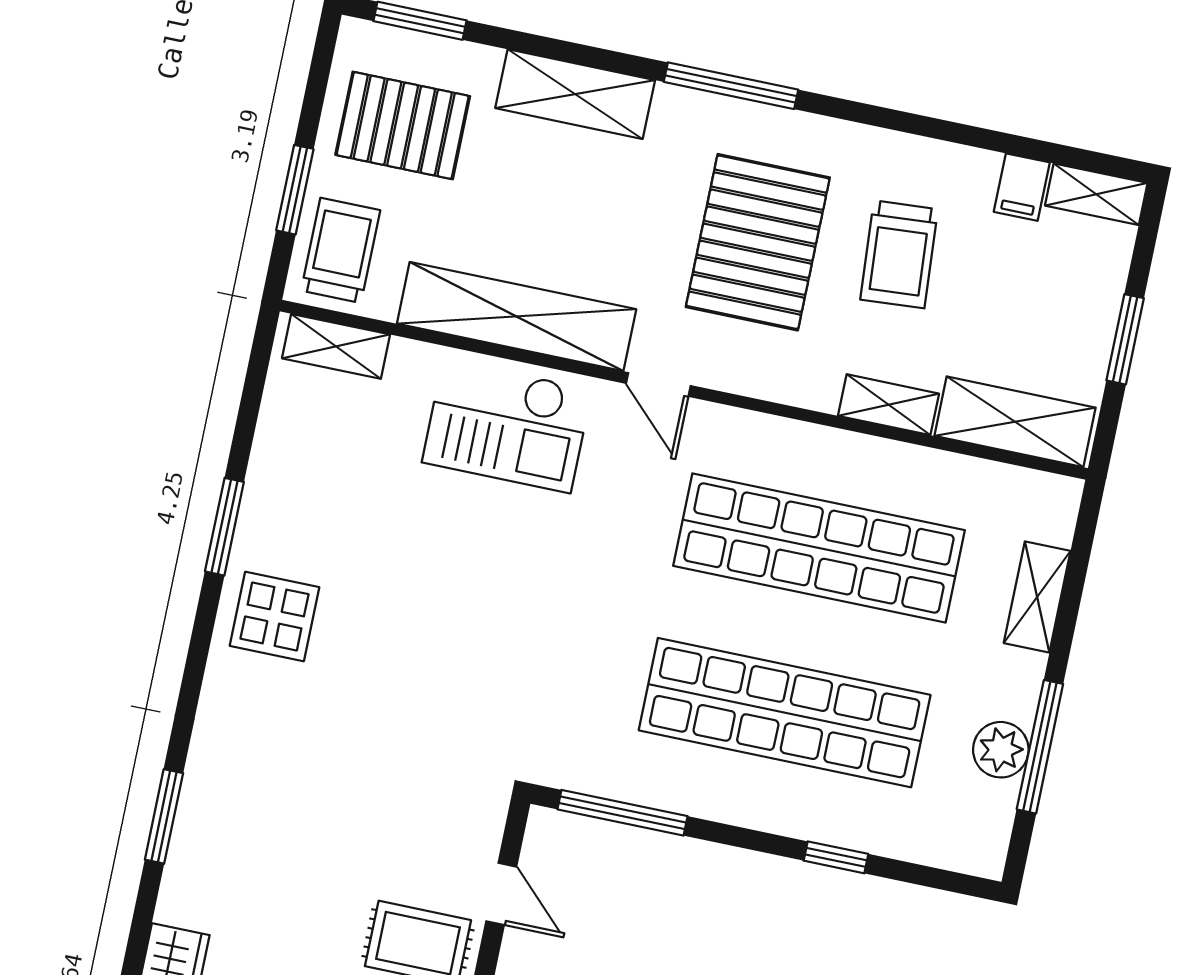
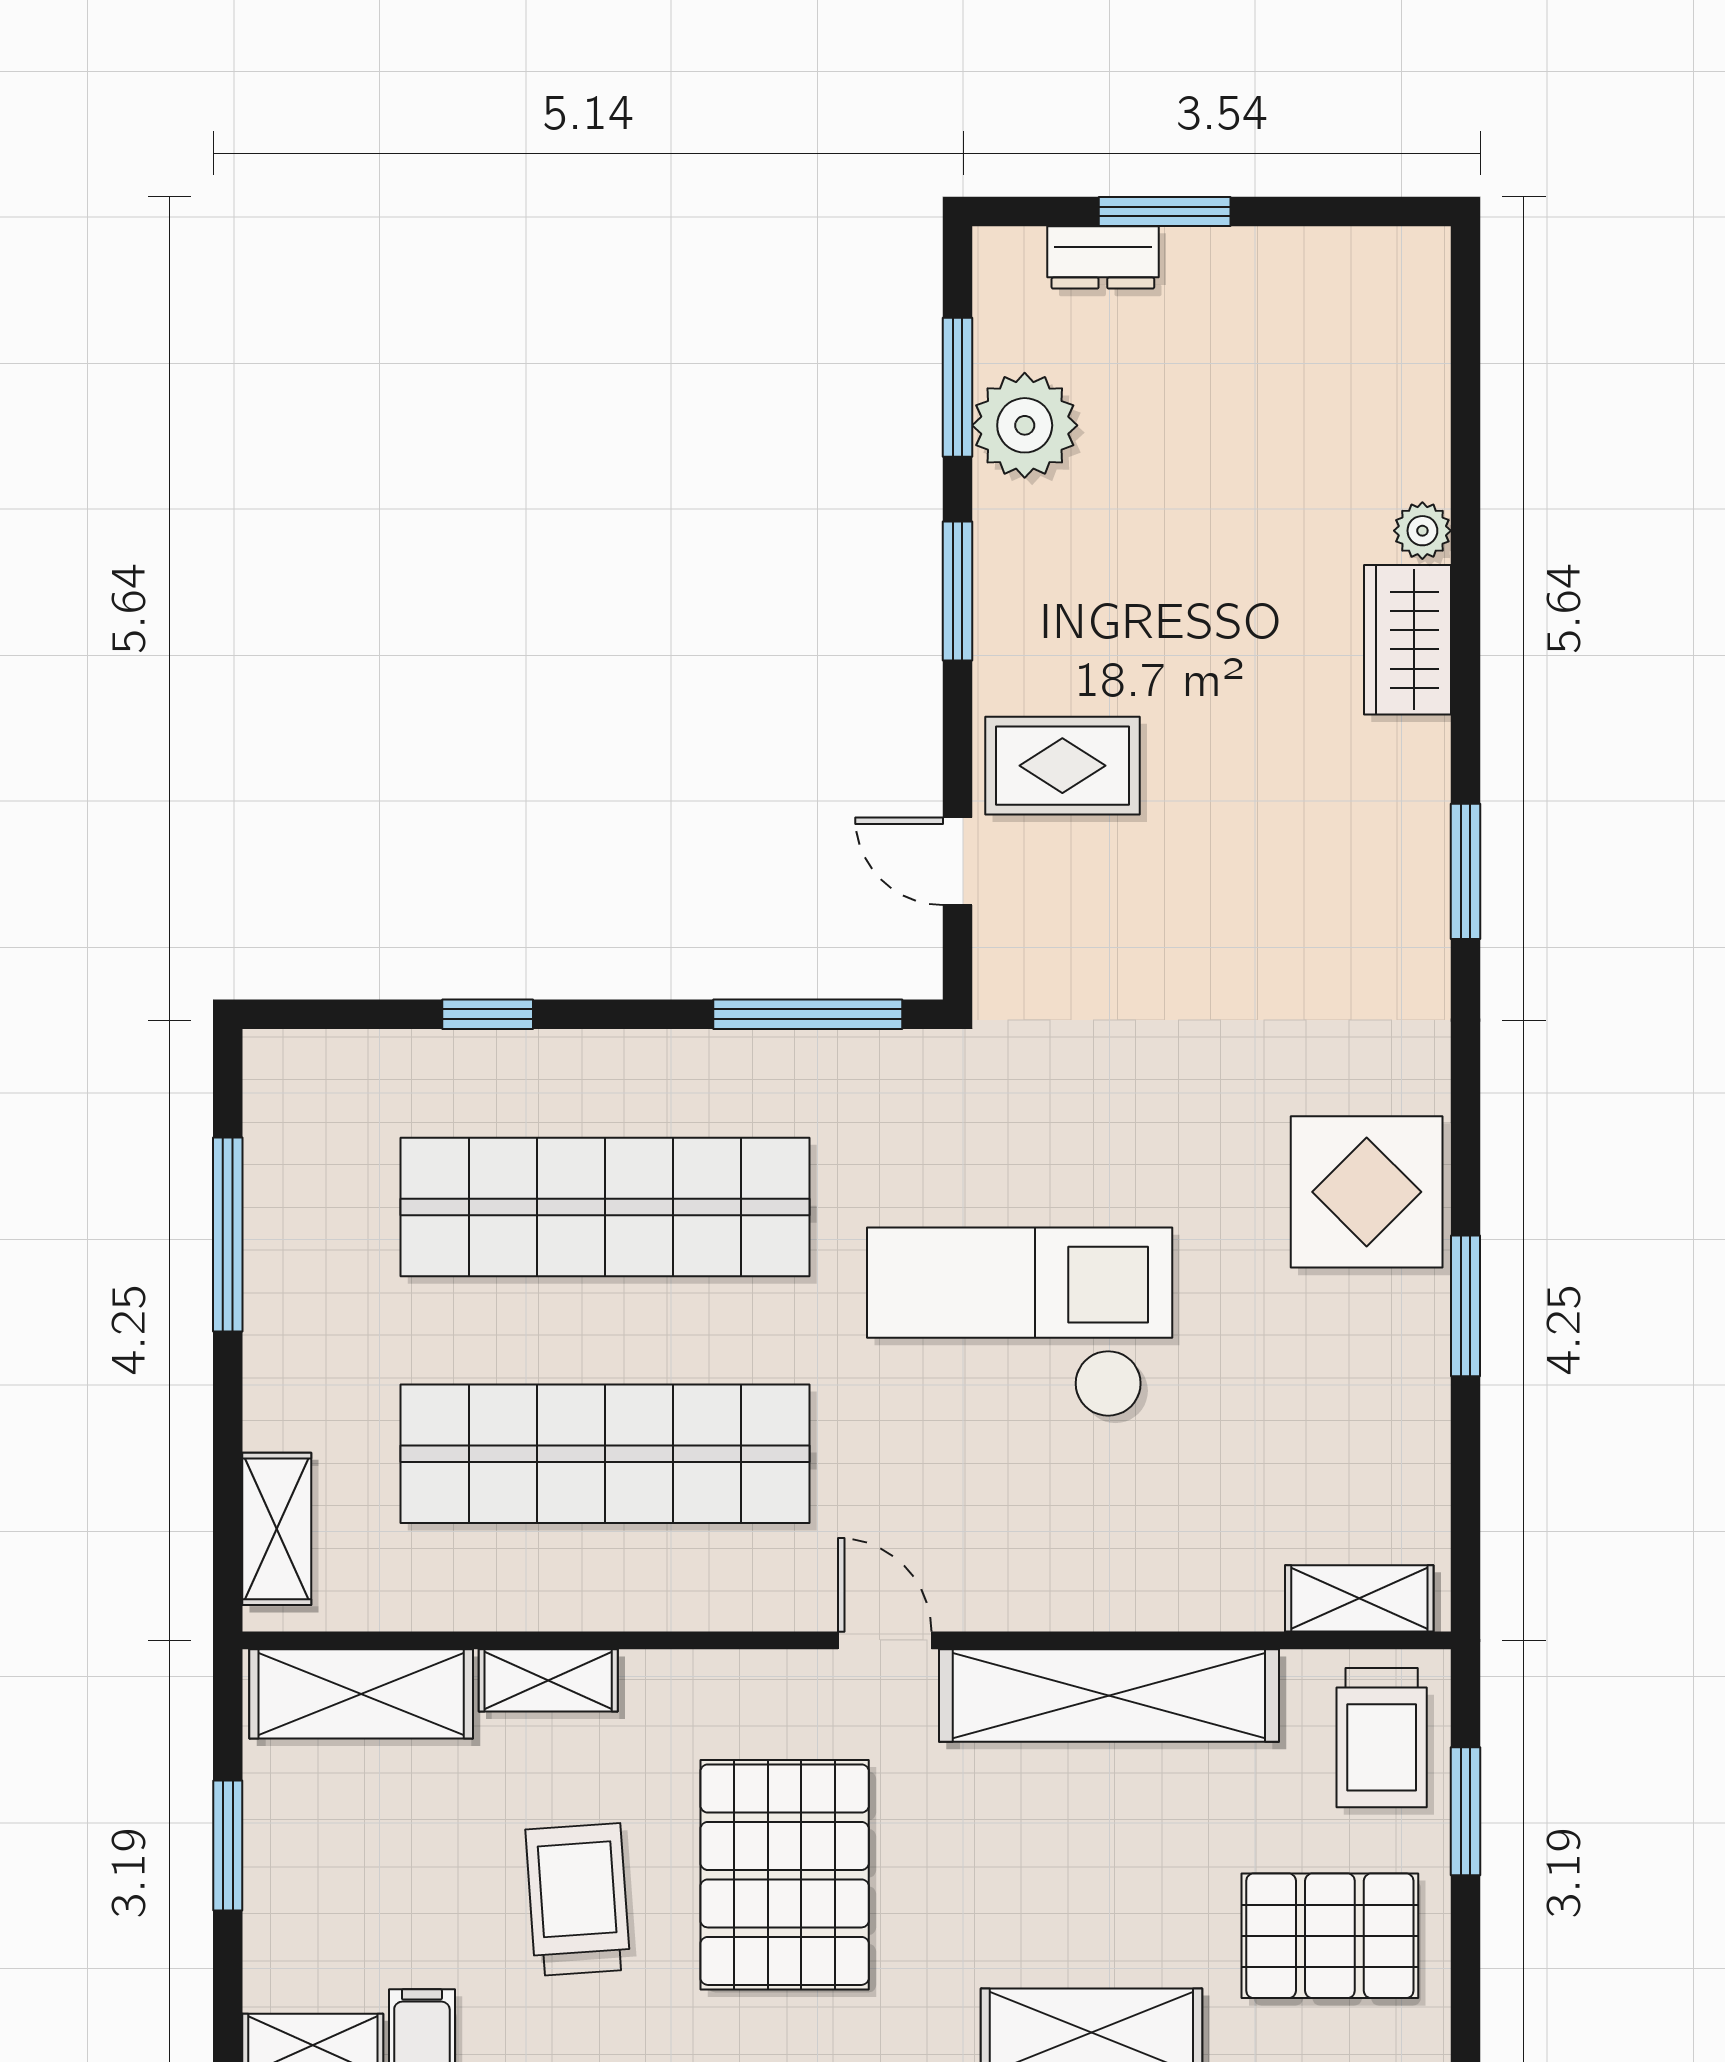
checkout: (507, 426) -> (1020, 1323), moved, width x1.36, depth x1.21
shelving: (1037, 597) -> (277, 1529), moved
display table: (274, 616) -> (1367, 1192), width x1.36, depth x1.36
plant: (1001, 750) -> (283, 1218), removed

